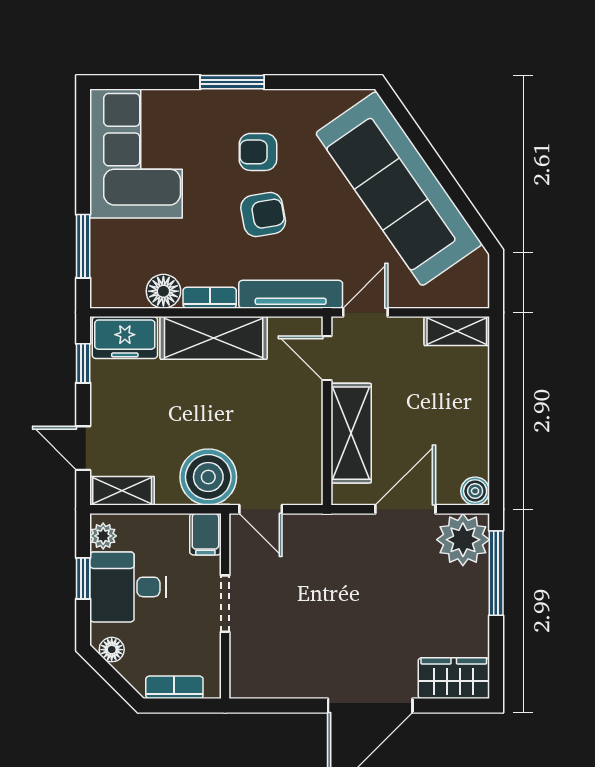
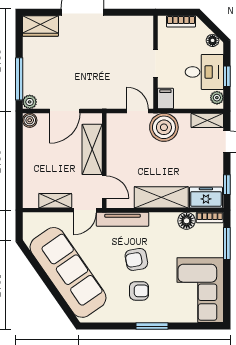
bookcase: (210, 298) -> (210, 218), moved
shelving: (457, 331) -> (55, 201), moved
plant: (463, 540) -> (30, 102), width x0.53, depth x0.53

